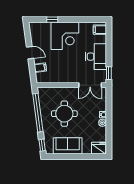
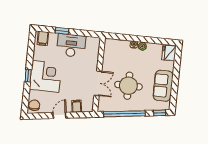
window: (52, 20) -> (28, 76), moved
chair: (37, 28) -> (34, 105), added
window: (109, 73) -> (62, 31), moved
double door: (90, 85) -> (98, 83), moved

